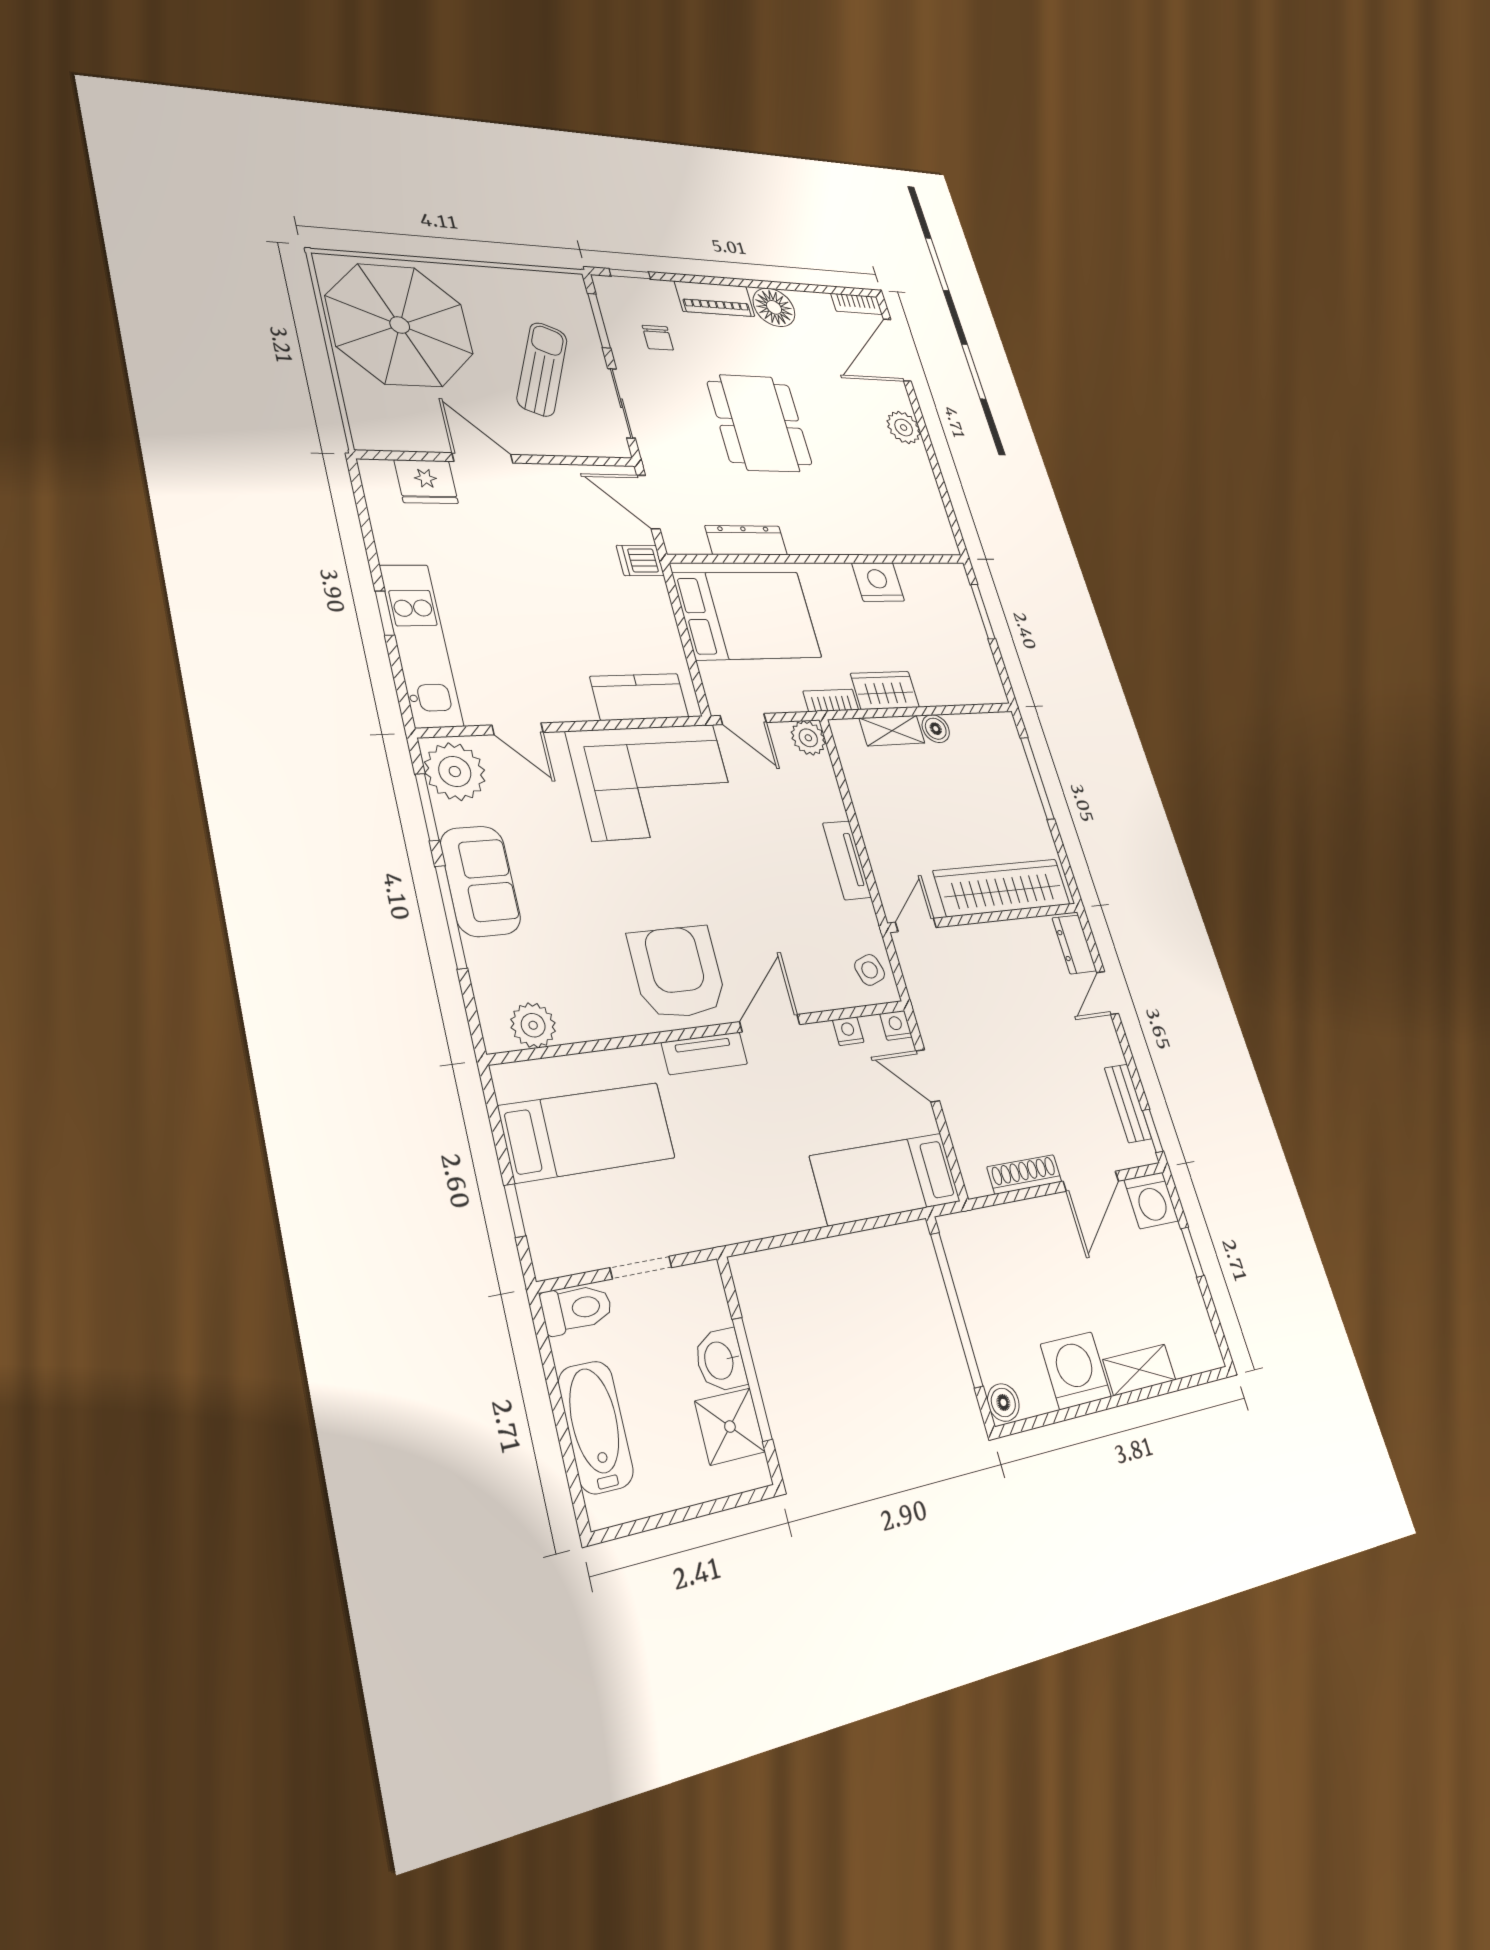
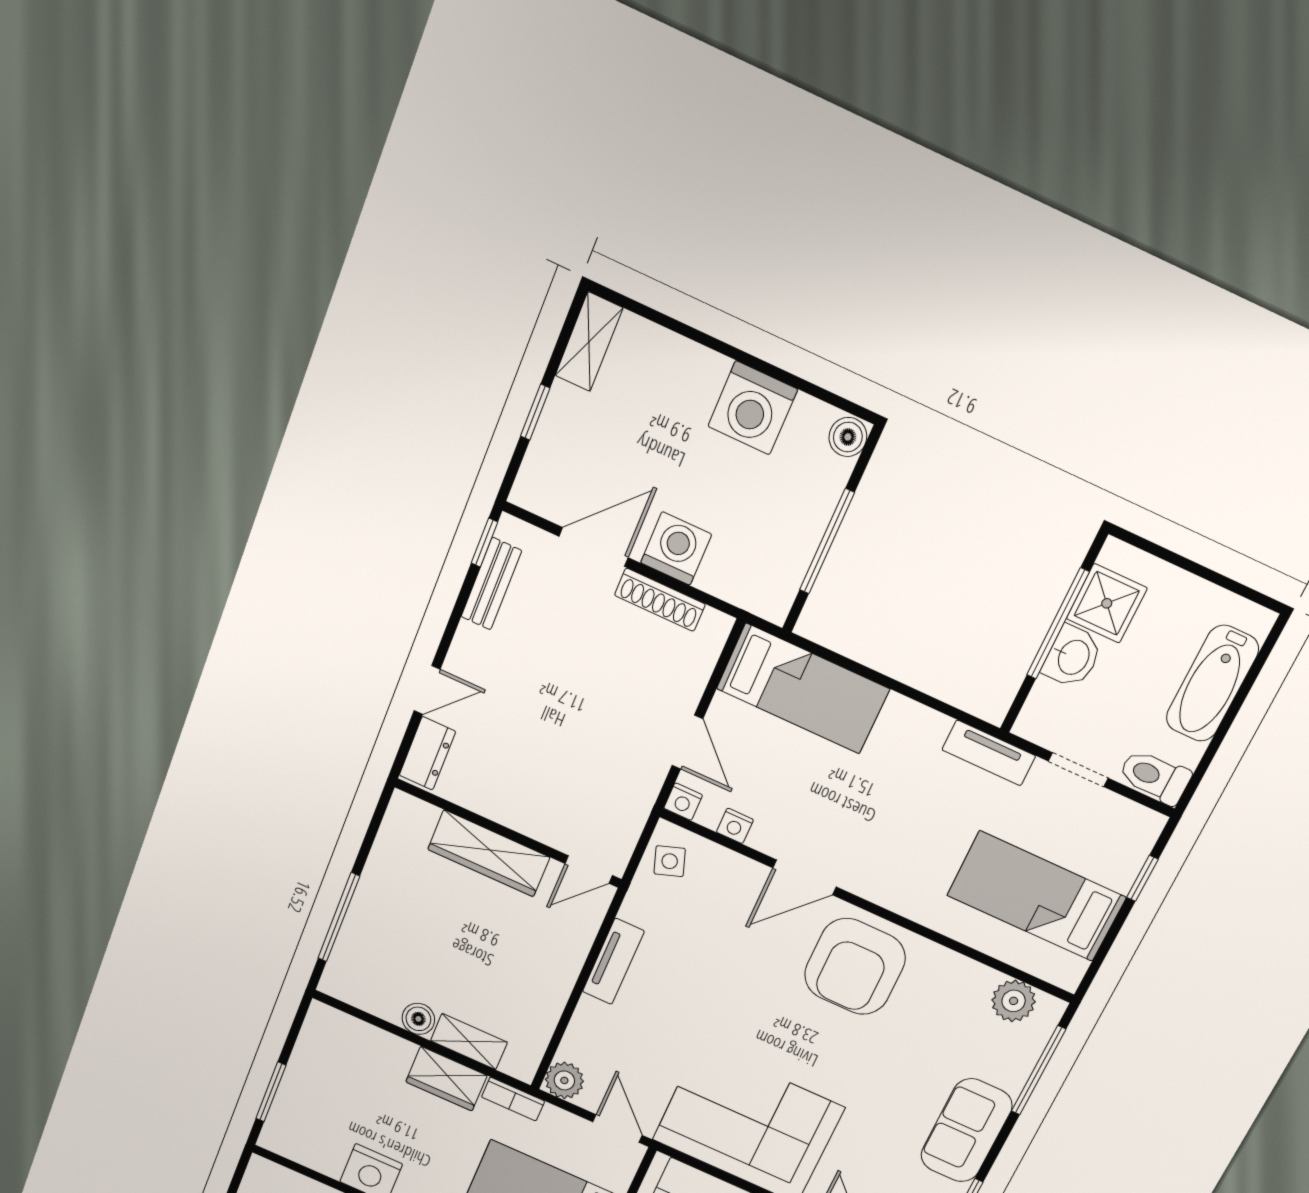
wardrobe: (1002, 888) -> (489, 853), width x0.71, depth x0.85
window: (451, 917) -> (1038, 1070), moved
tv unit: (705, 1053) -> (989, 753), moved, turned 180
washing machine: (1151, 1200) -> (676, 549), moved
window: (956, 1309) -> (827, 541), width x0.68
shelving: (1139, 1370) -> (589, 342), moved, turned 90

